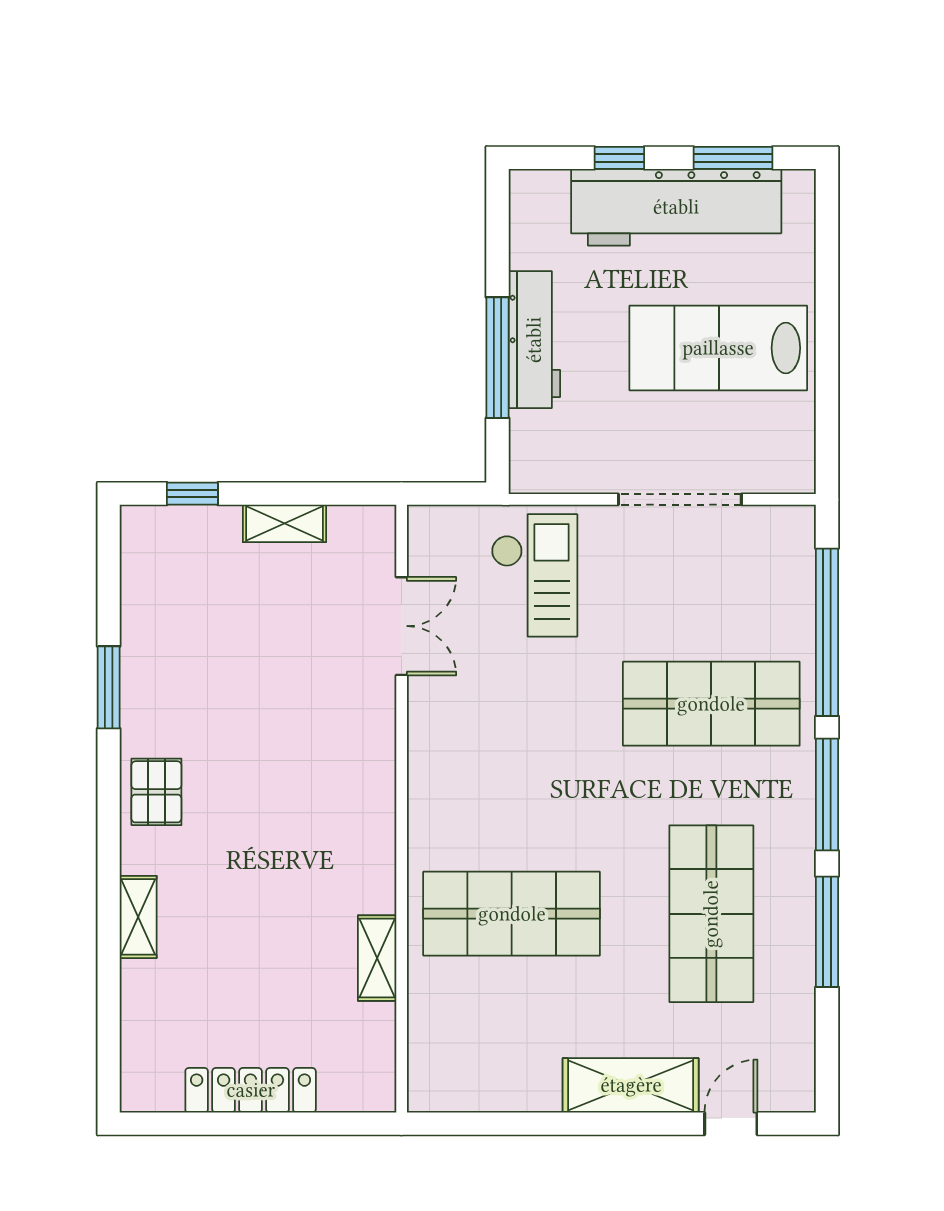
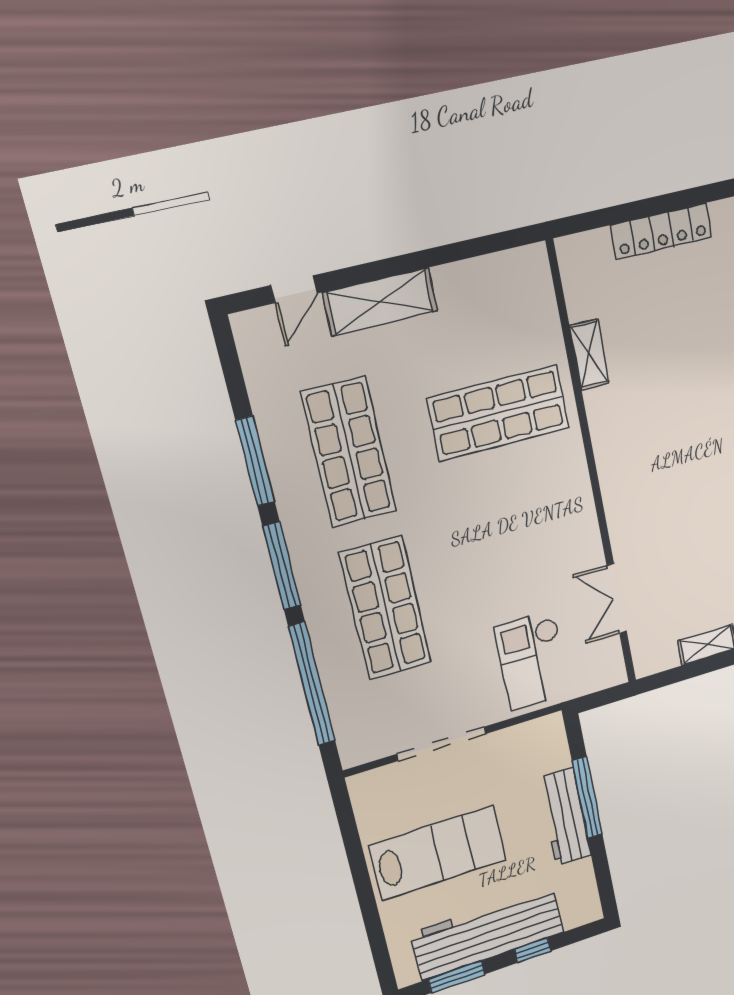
shop shelf: (711, 704) -> (386, 608), turned 90

